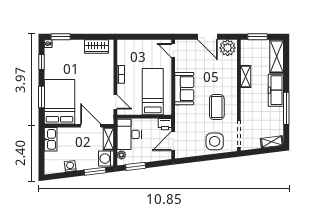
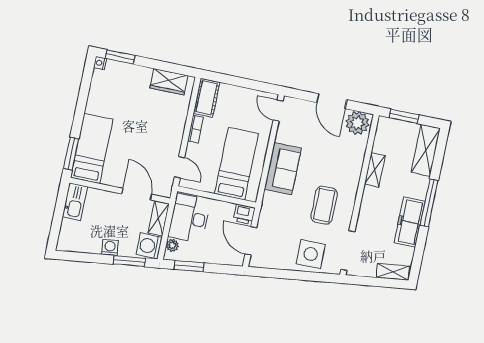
cot: (124, 52) -> (207, 98), added
window: (41, 62) -> (85, 87), removed
freezer: (276, 90) -> (409, 222), moved
window: (41, 97) -> (71, 154), moved
bed: (59, 102) -> (92, 148), width x0.67
window: (286, 108) -> (429, 203), moved
door: (173, 141) -> (251, 241), hinge flipped
washing machine: (70, 166) -> (110, 247), moved

